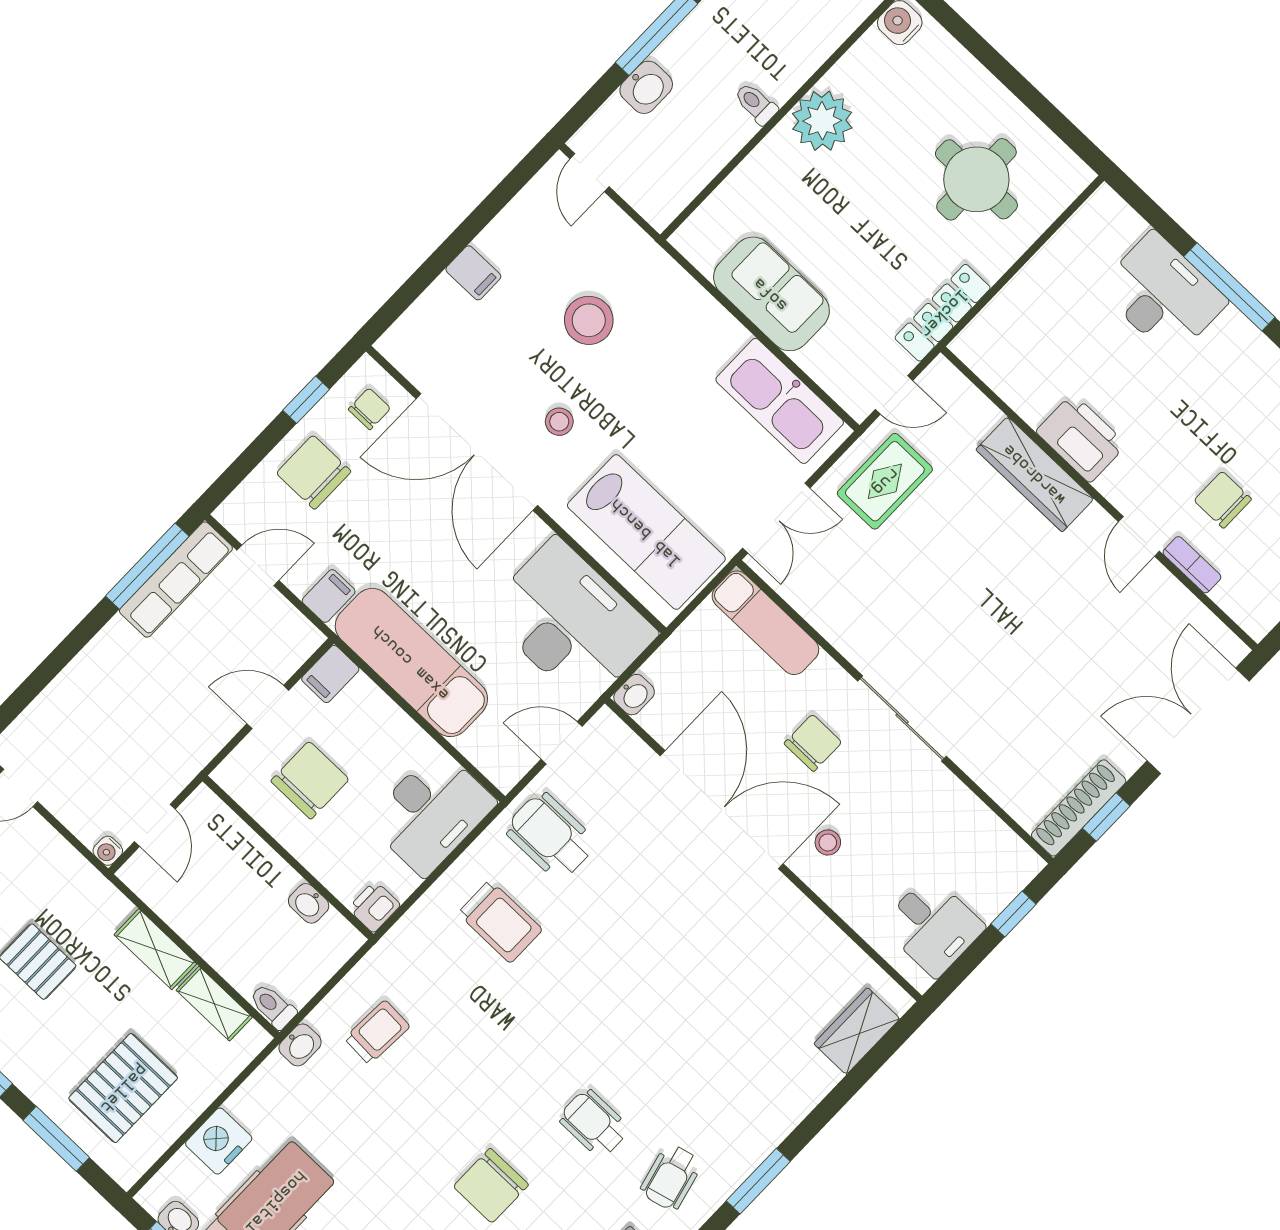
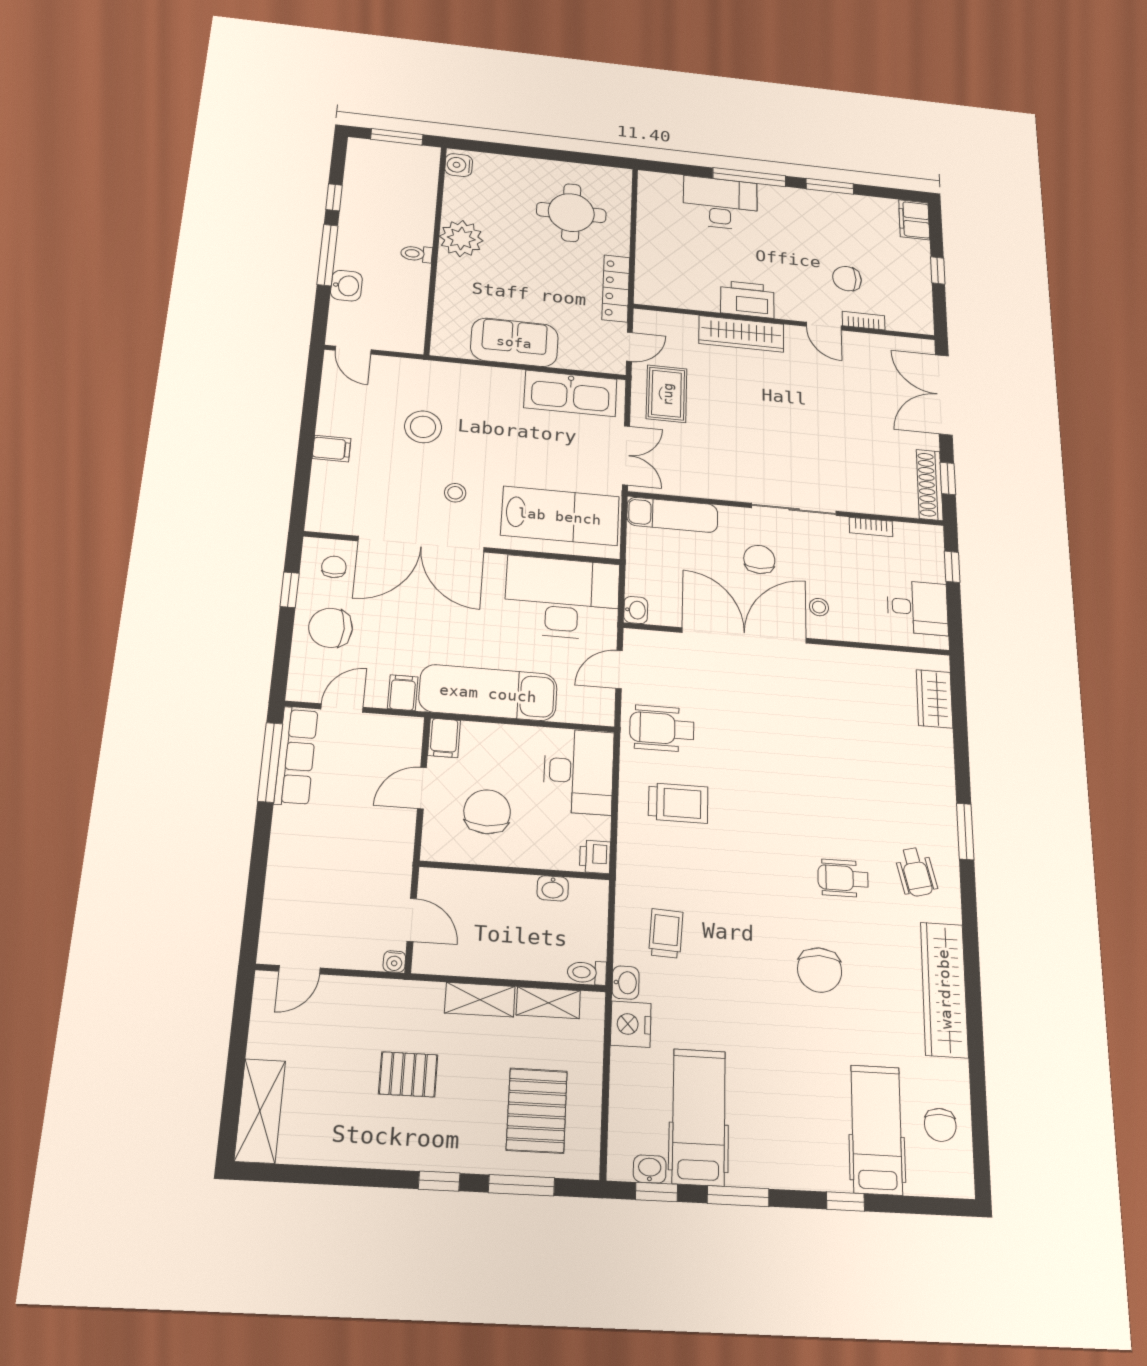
bookcase: (967, 803) -> (871, 527), added
nightstand: (219, 1141) -> (631, 1024), moved

